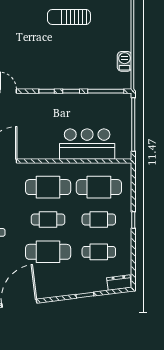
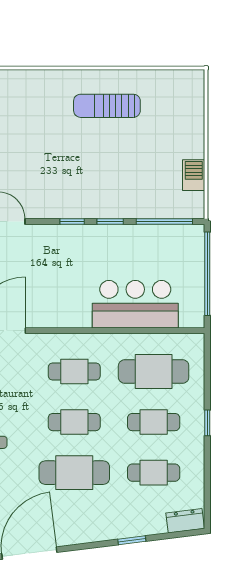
cafe table: (48, 187) -> (74, 372), width x0.73, depth x0.74

